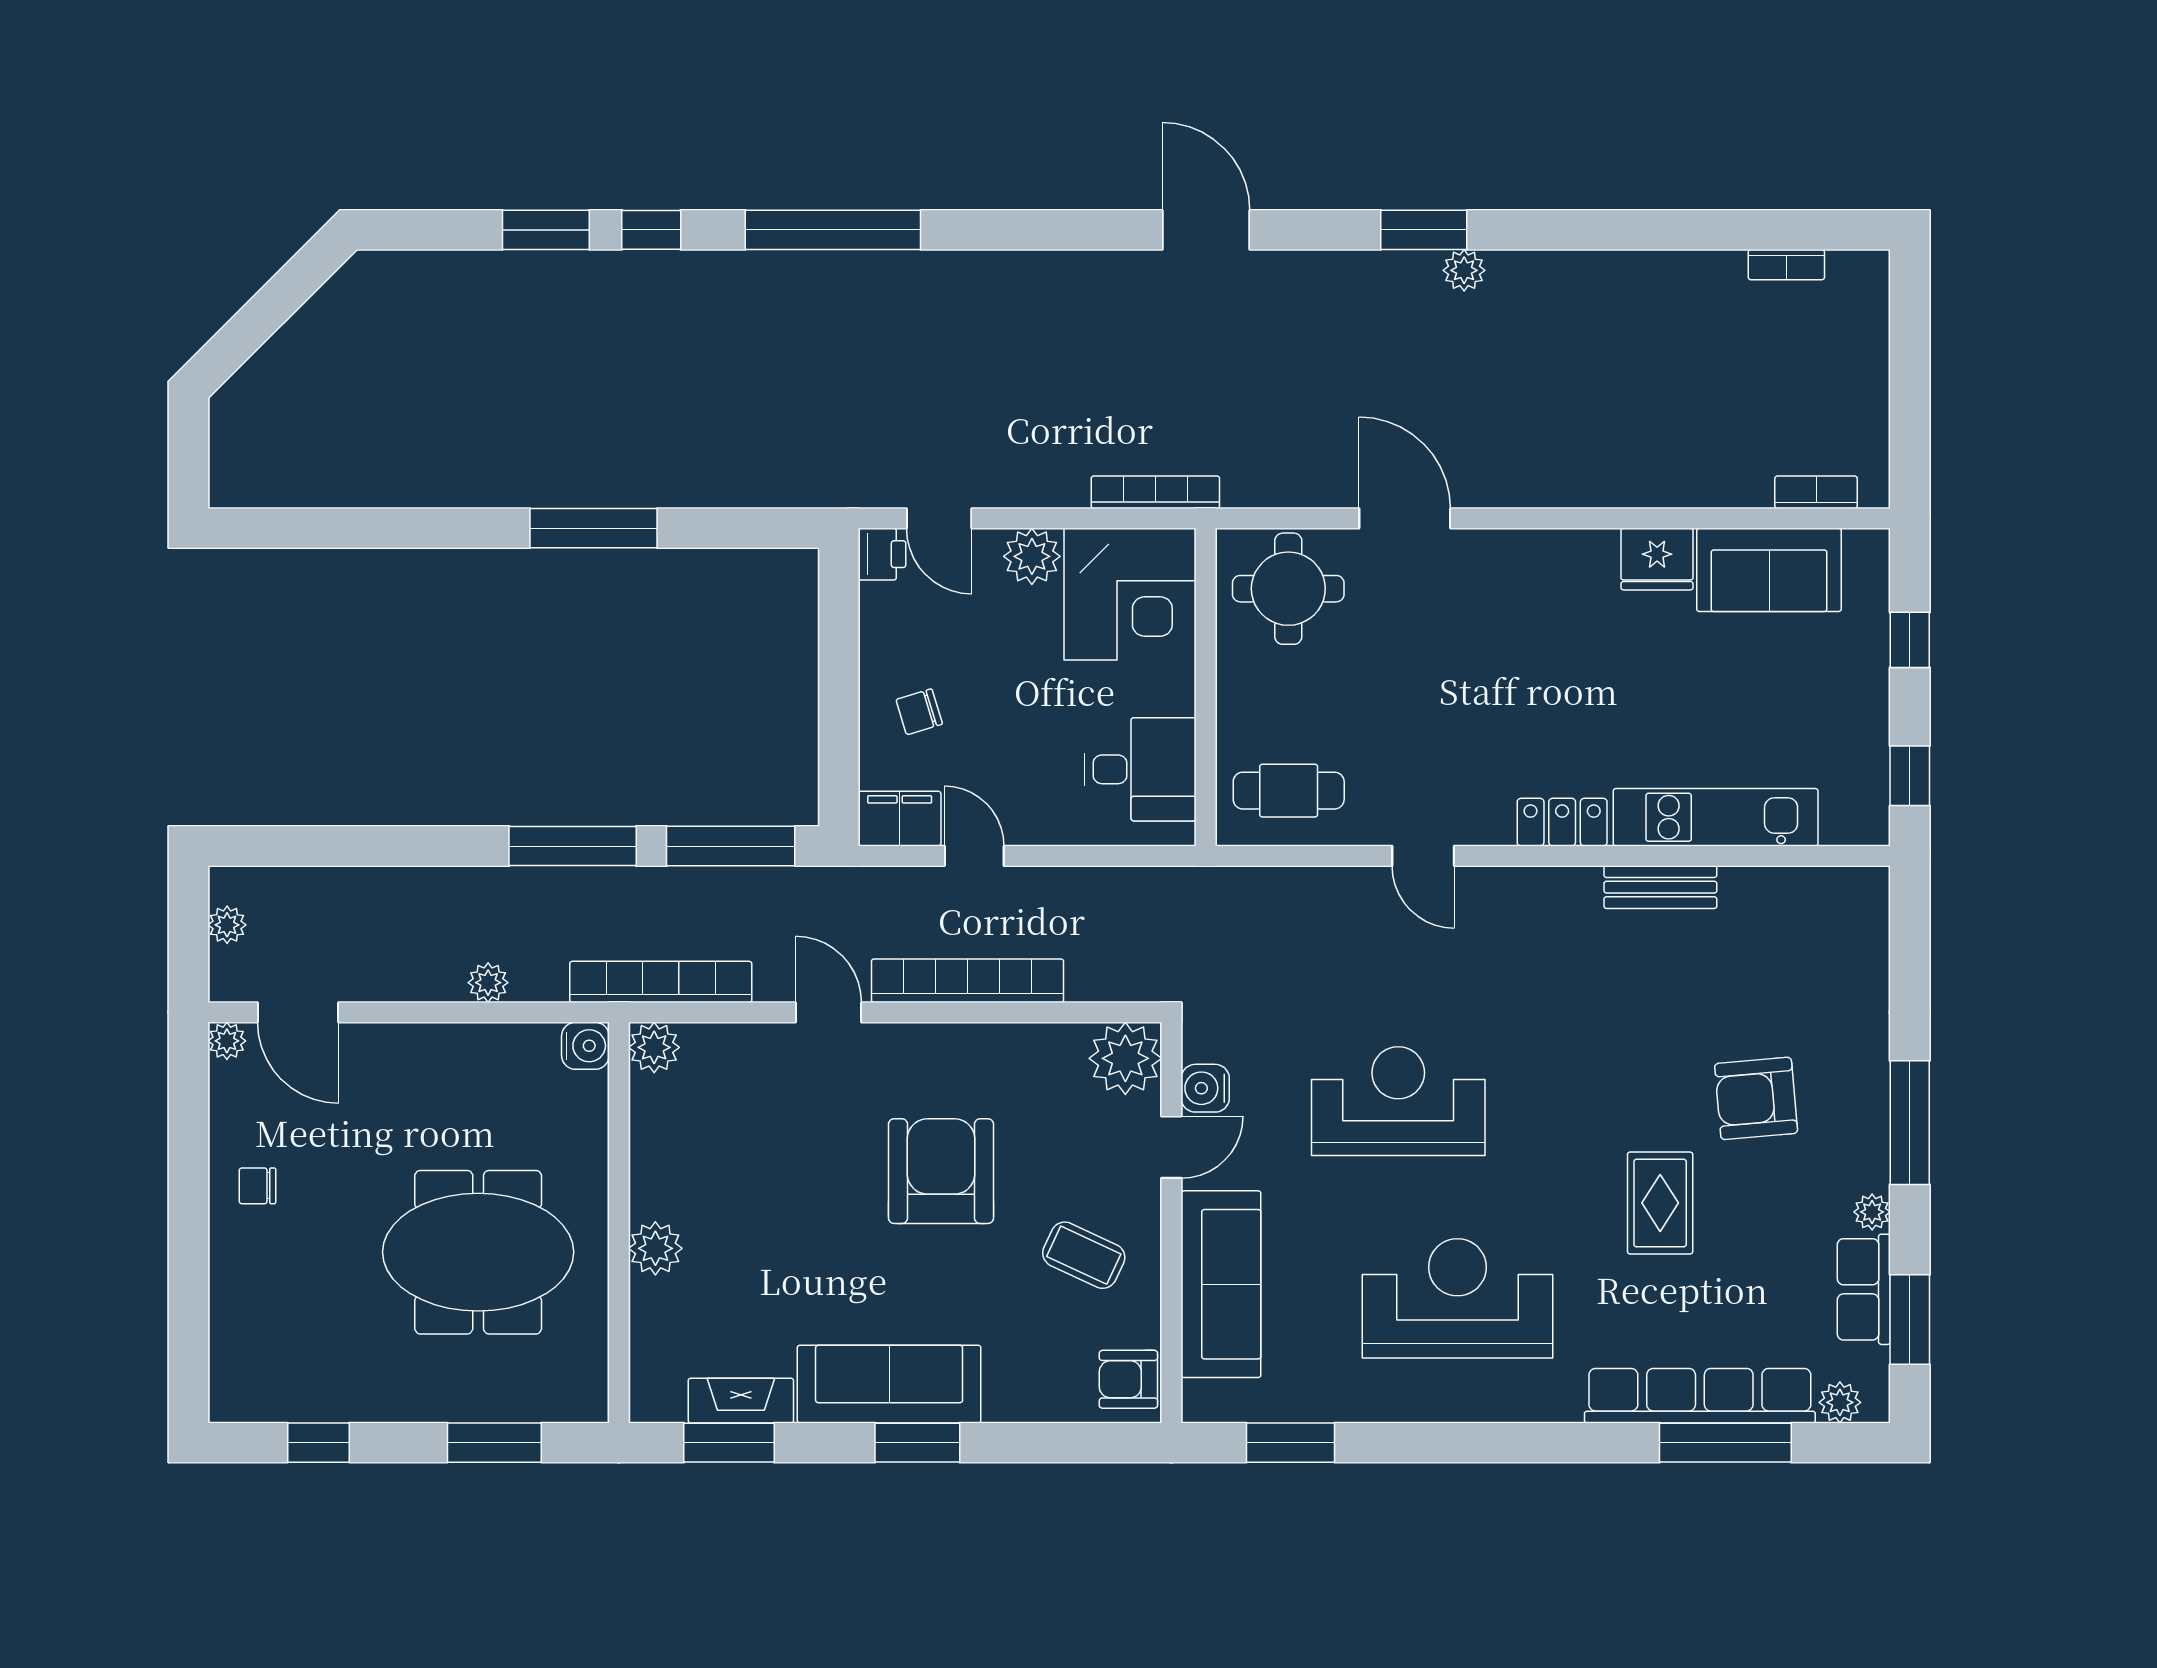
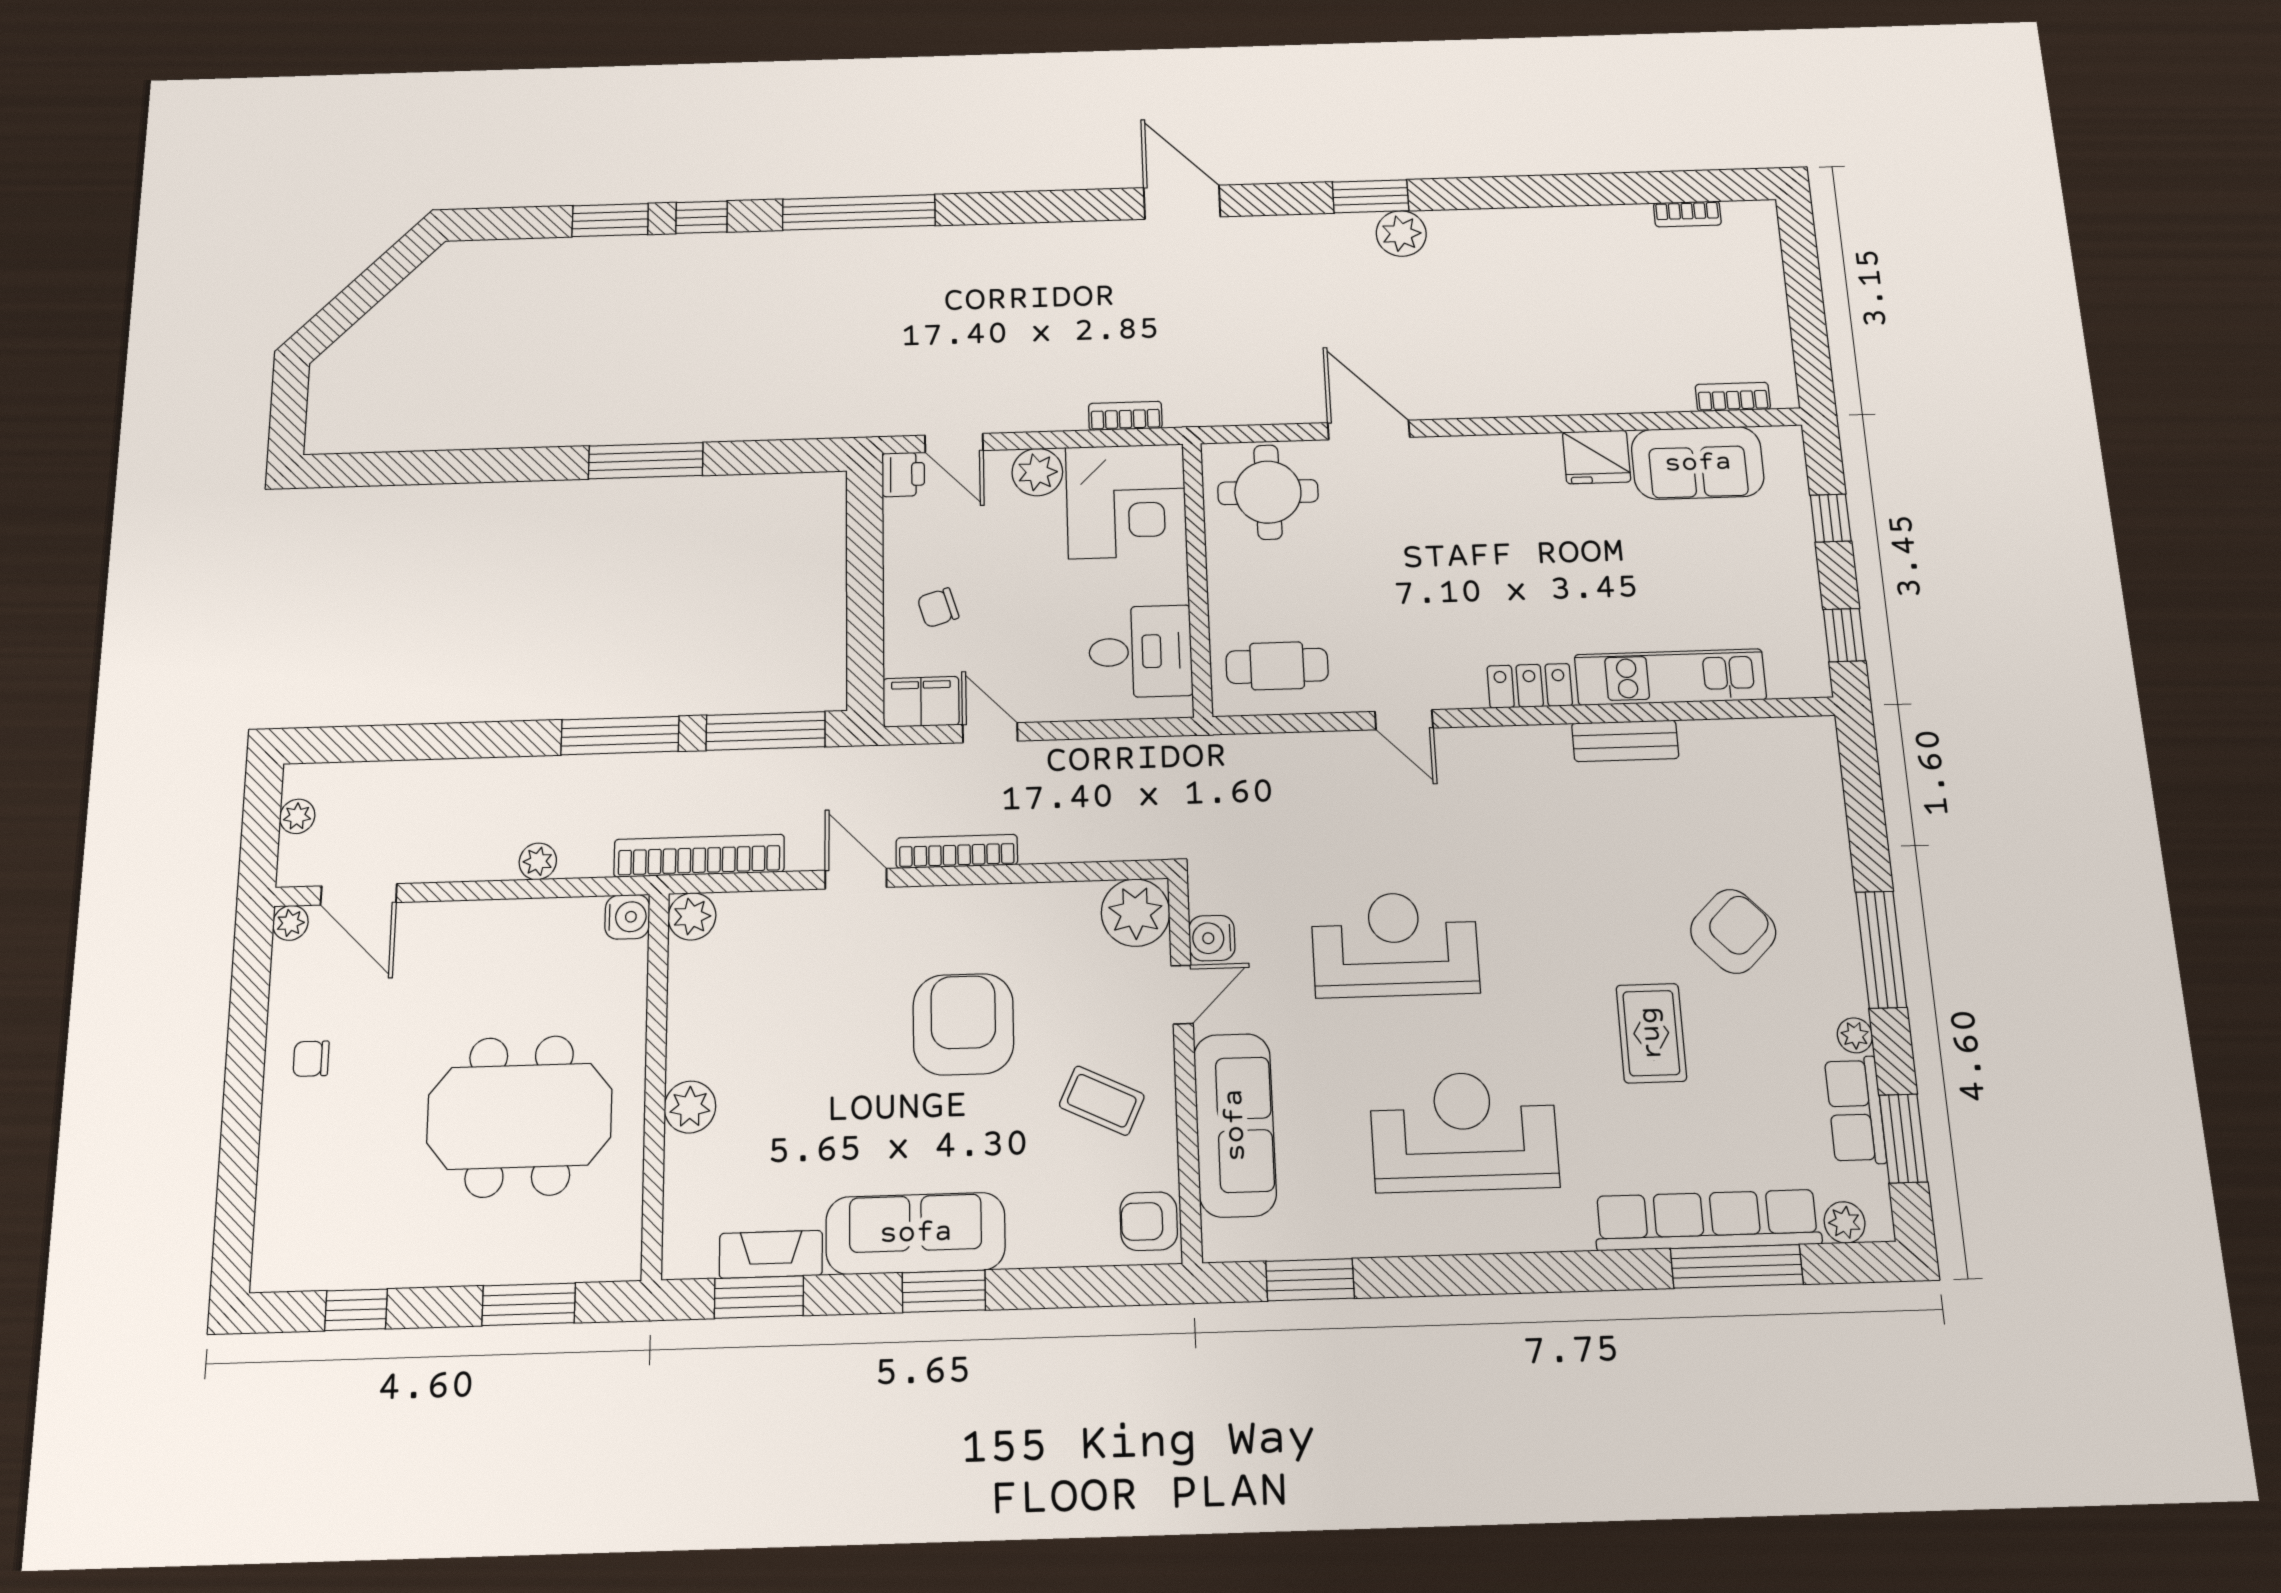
plant: (1464, 270) -> (1401, 234), width x1.38, depth x1.38
bookcase: (1155, 492) -> (1125, 416), width x0.64
bookcase: (967, 981) -> (957, 851), width x0.68, depth x0.76
armchair: (1756, 1098) -> (1733, 931), turned 141

